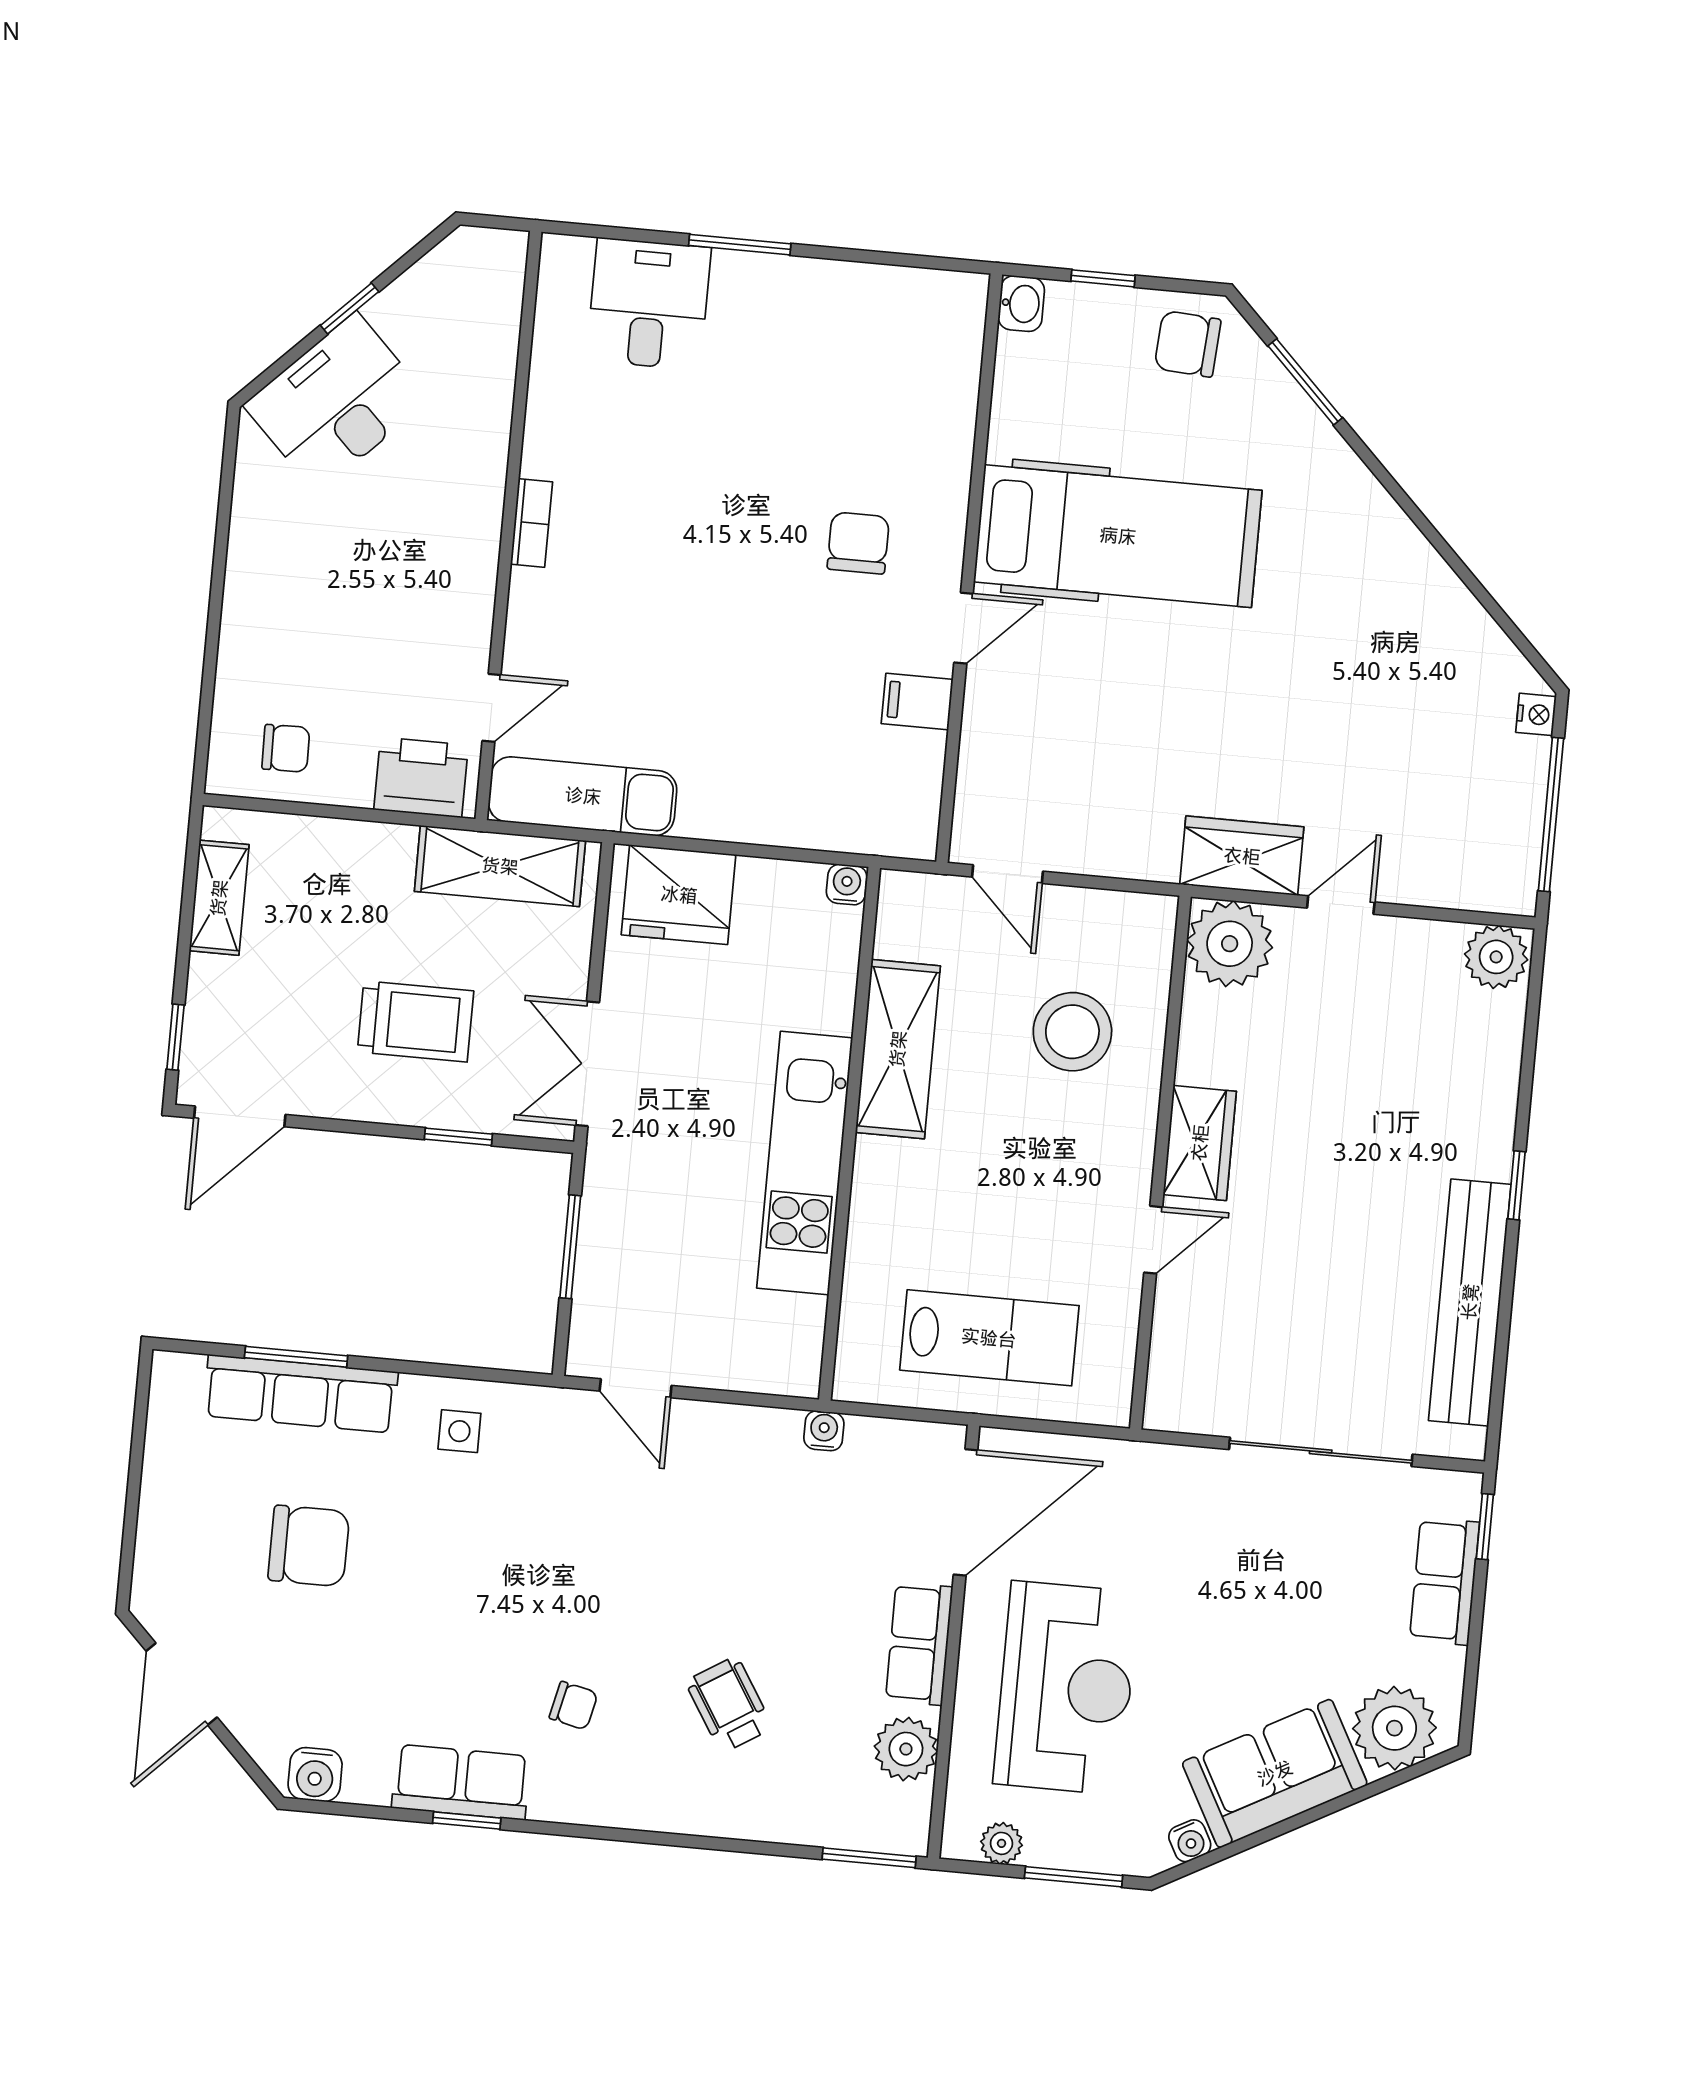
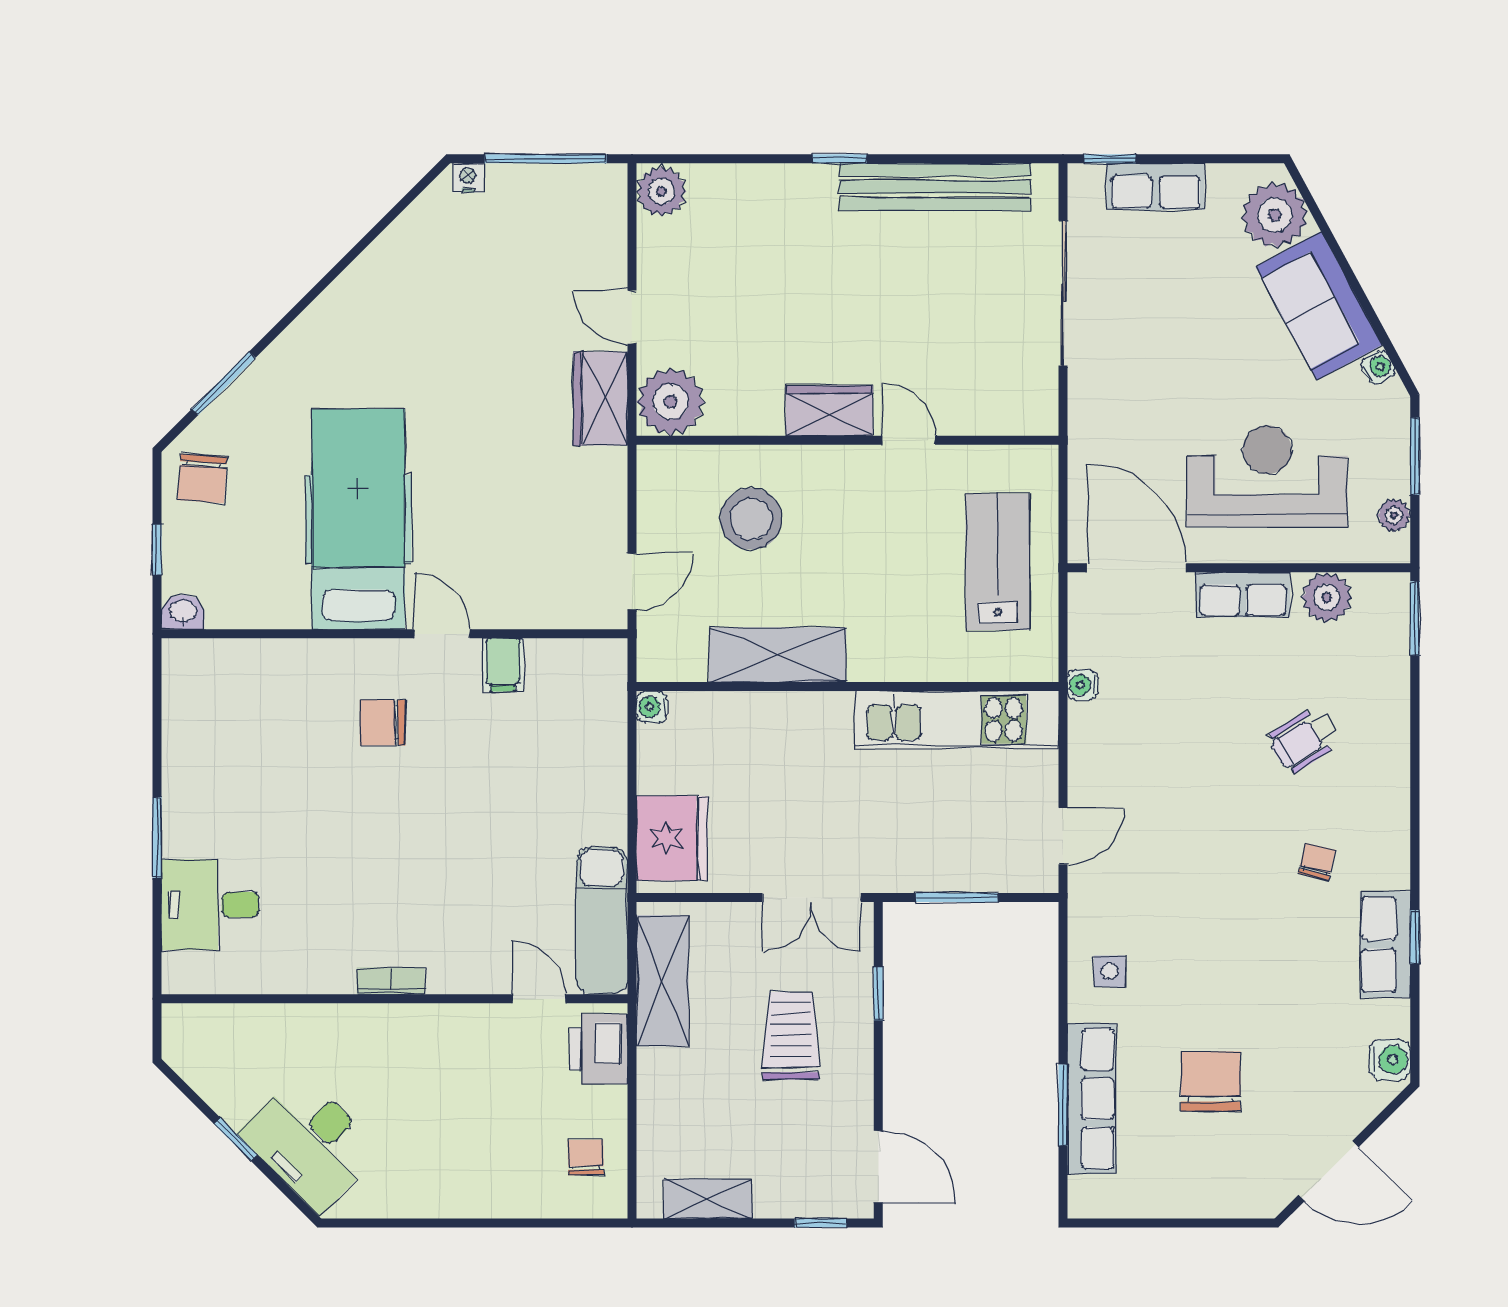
kitchen unit: (805, 1163) -> (957, 720), moved

